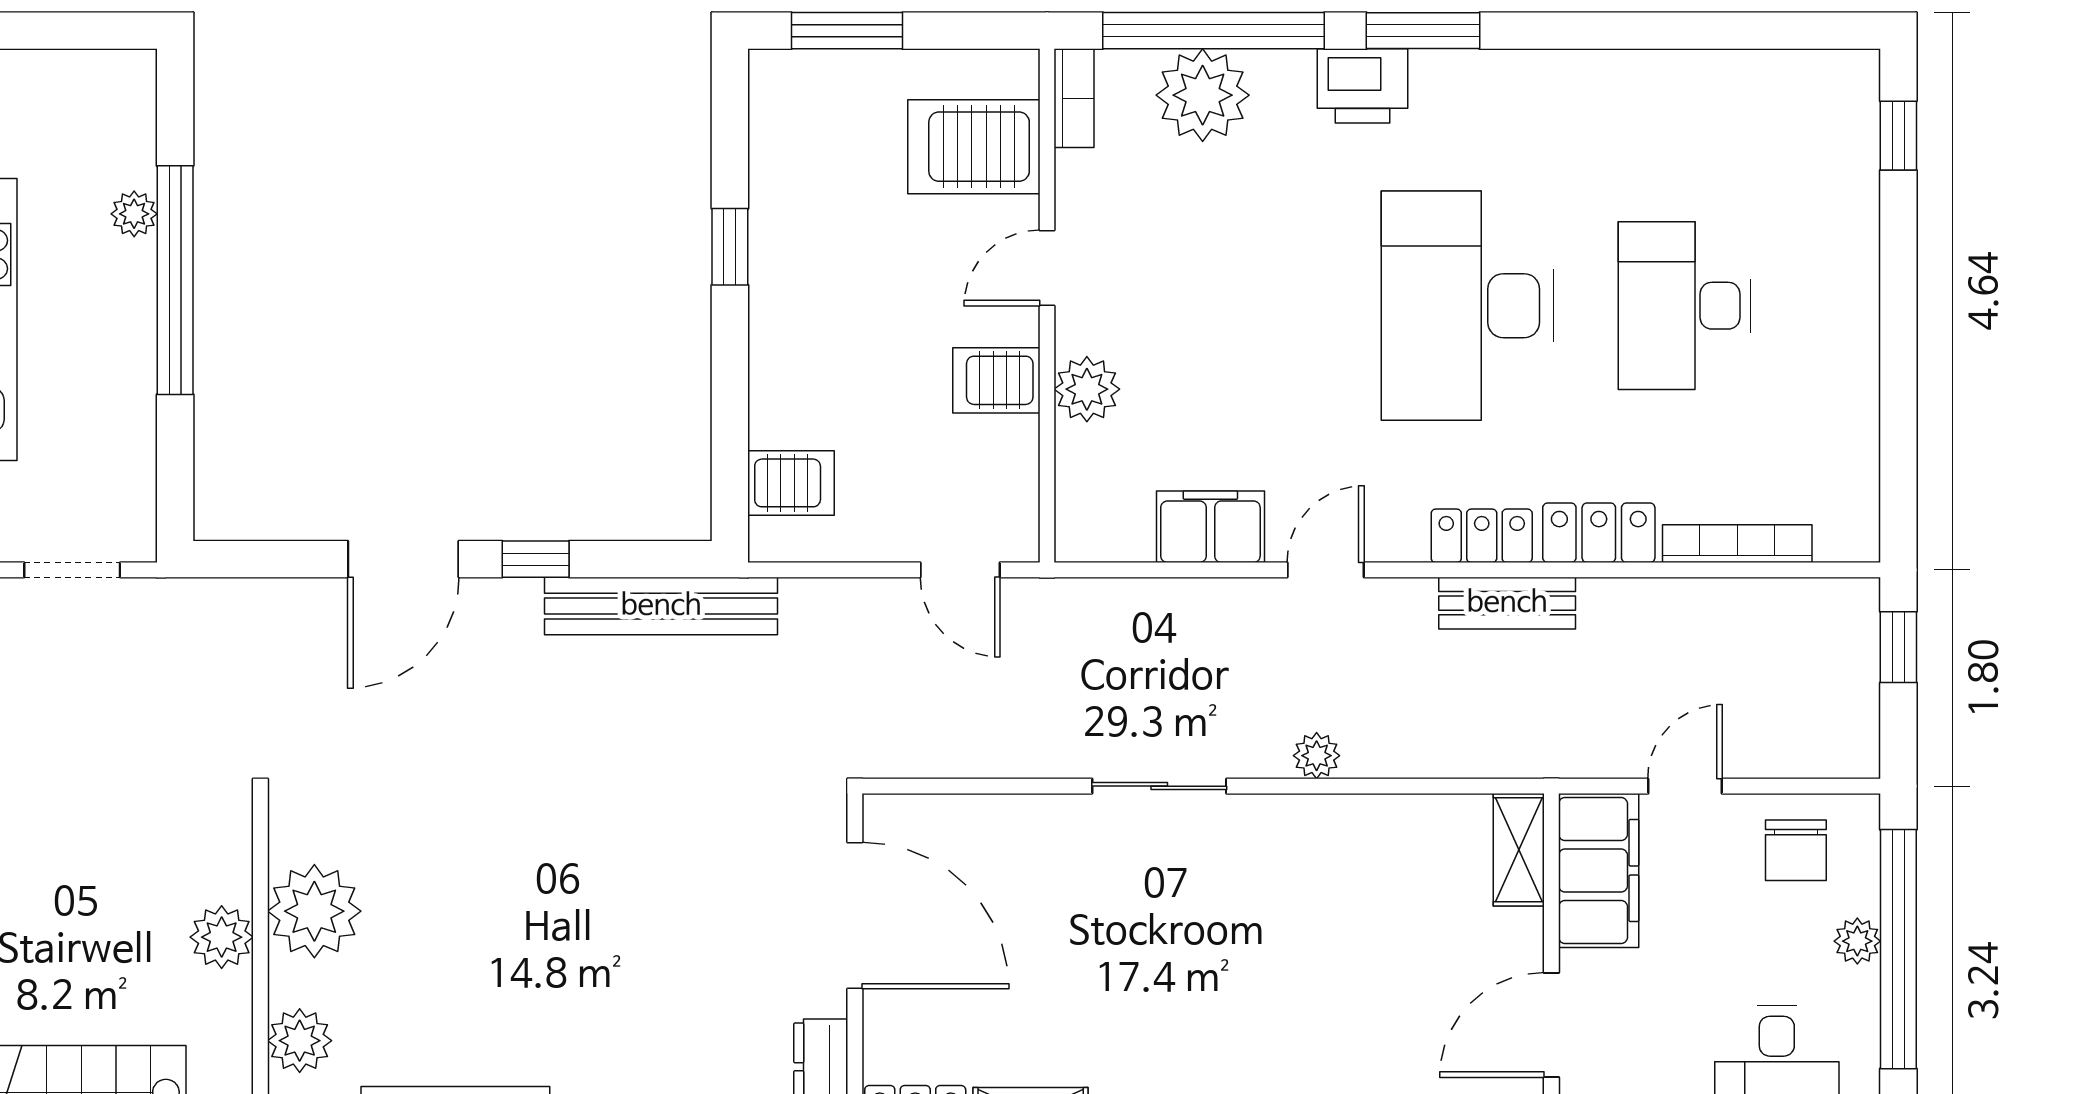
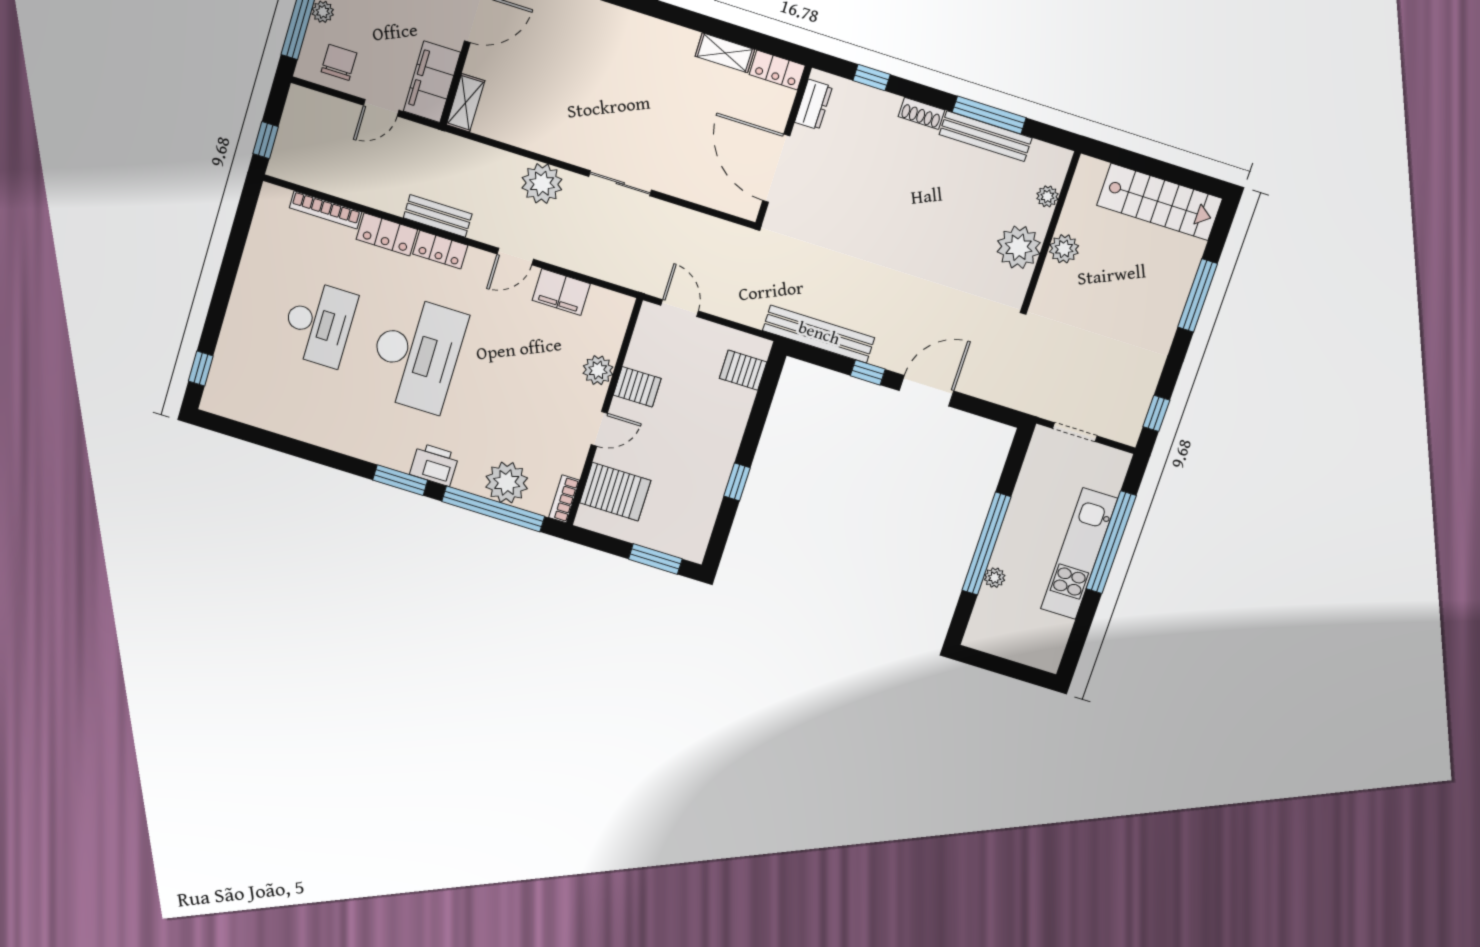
plant: (1317, 756) -> (542, 184), width x1.87, depth x1.87
plant: (300, 1041) -> (1047, 196), width x0.73, depth x0.73

